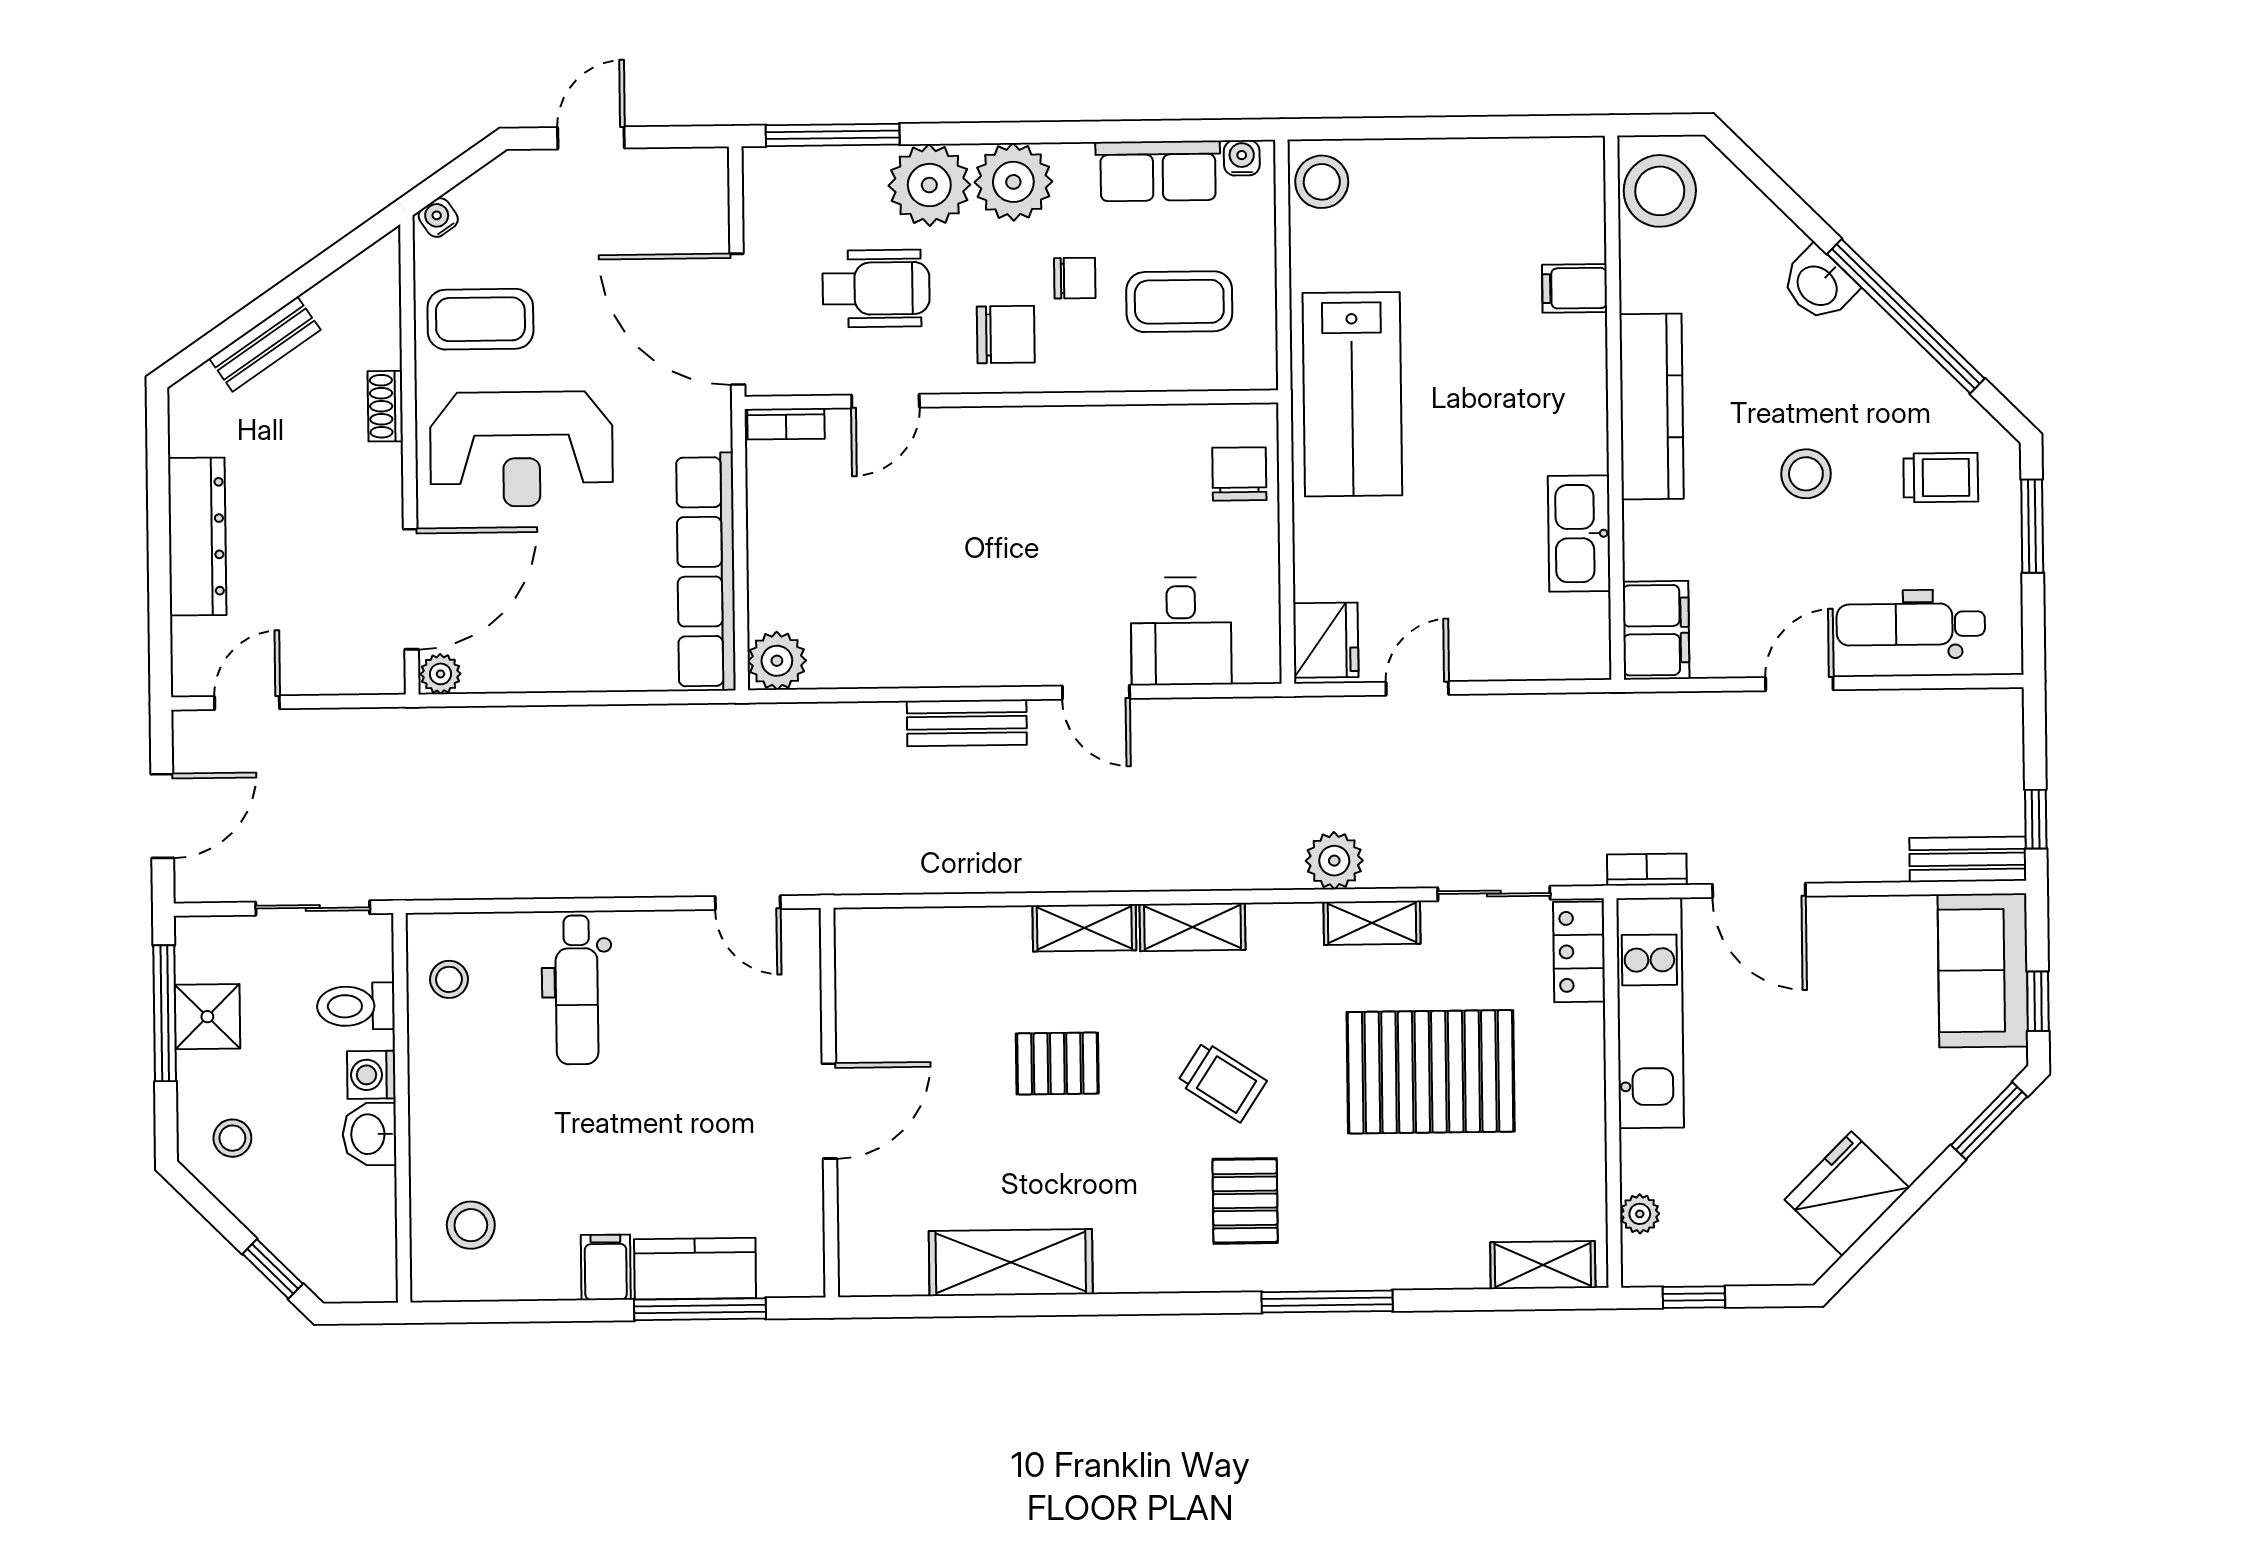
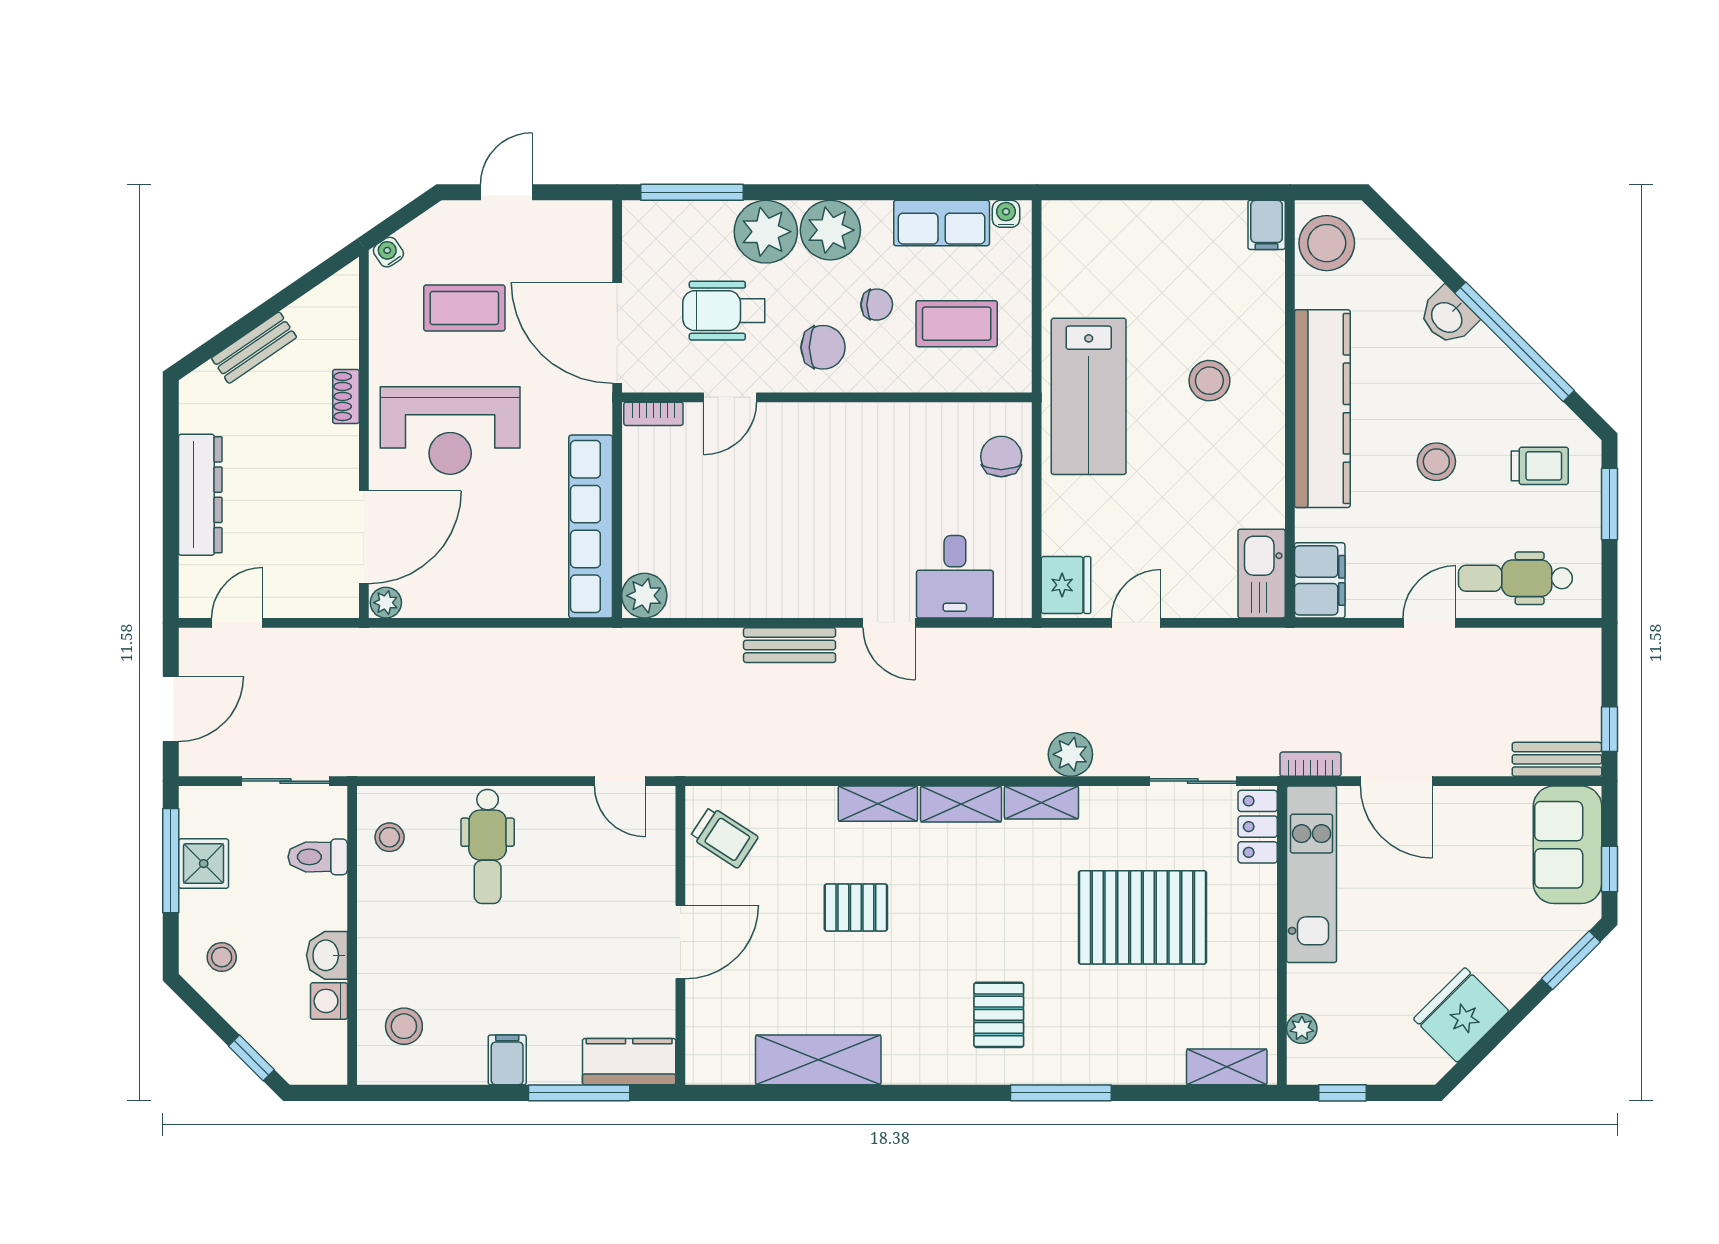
stool: (1322, 182) -> (1209, 381), moved
wheelchair: (876, 288) -> (724, 311), turned 180
filing cabinet: (1575, 288) -> (1267, 225), moved, turned -90
coffee table: (480, 319) -> (464, 308), moved
kitchen counter: (1651, 406) -> (1322, 409), width x1.39, depth x1.17
kitchen sink: (1579, 534) -> (1262, 574), moved
shelving: (1372, 923) -> (1041, 802), moved
washing machine: (371, 1075) -> (329, 1001), moved
trolley: (1222, 1082) -> (724, 837), moved
kitchen counter: (695, 1269) -> (629, 1062), moved

